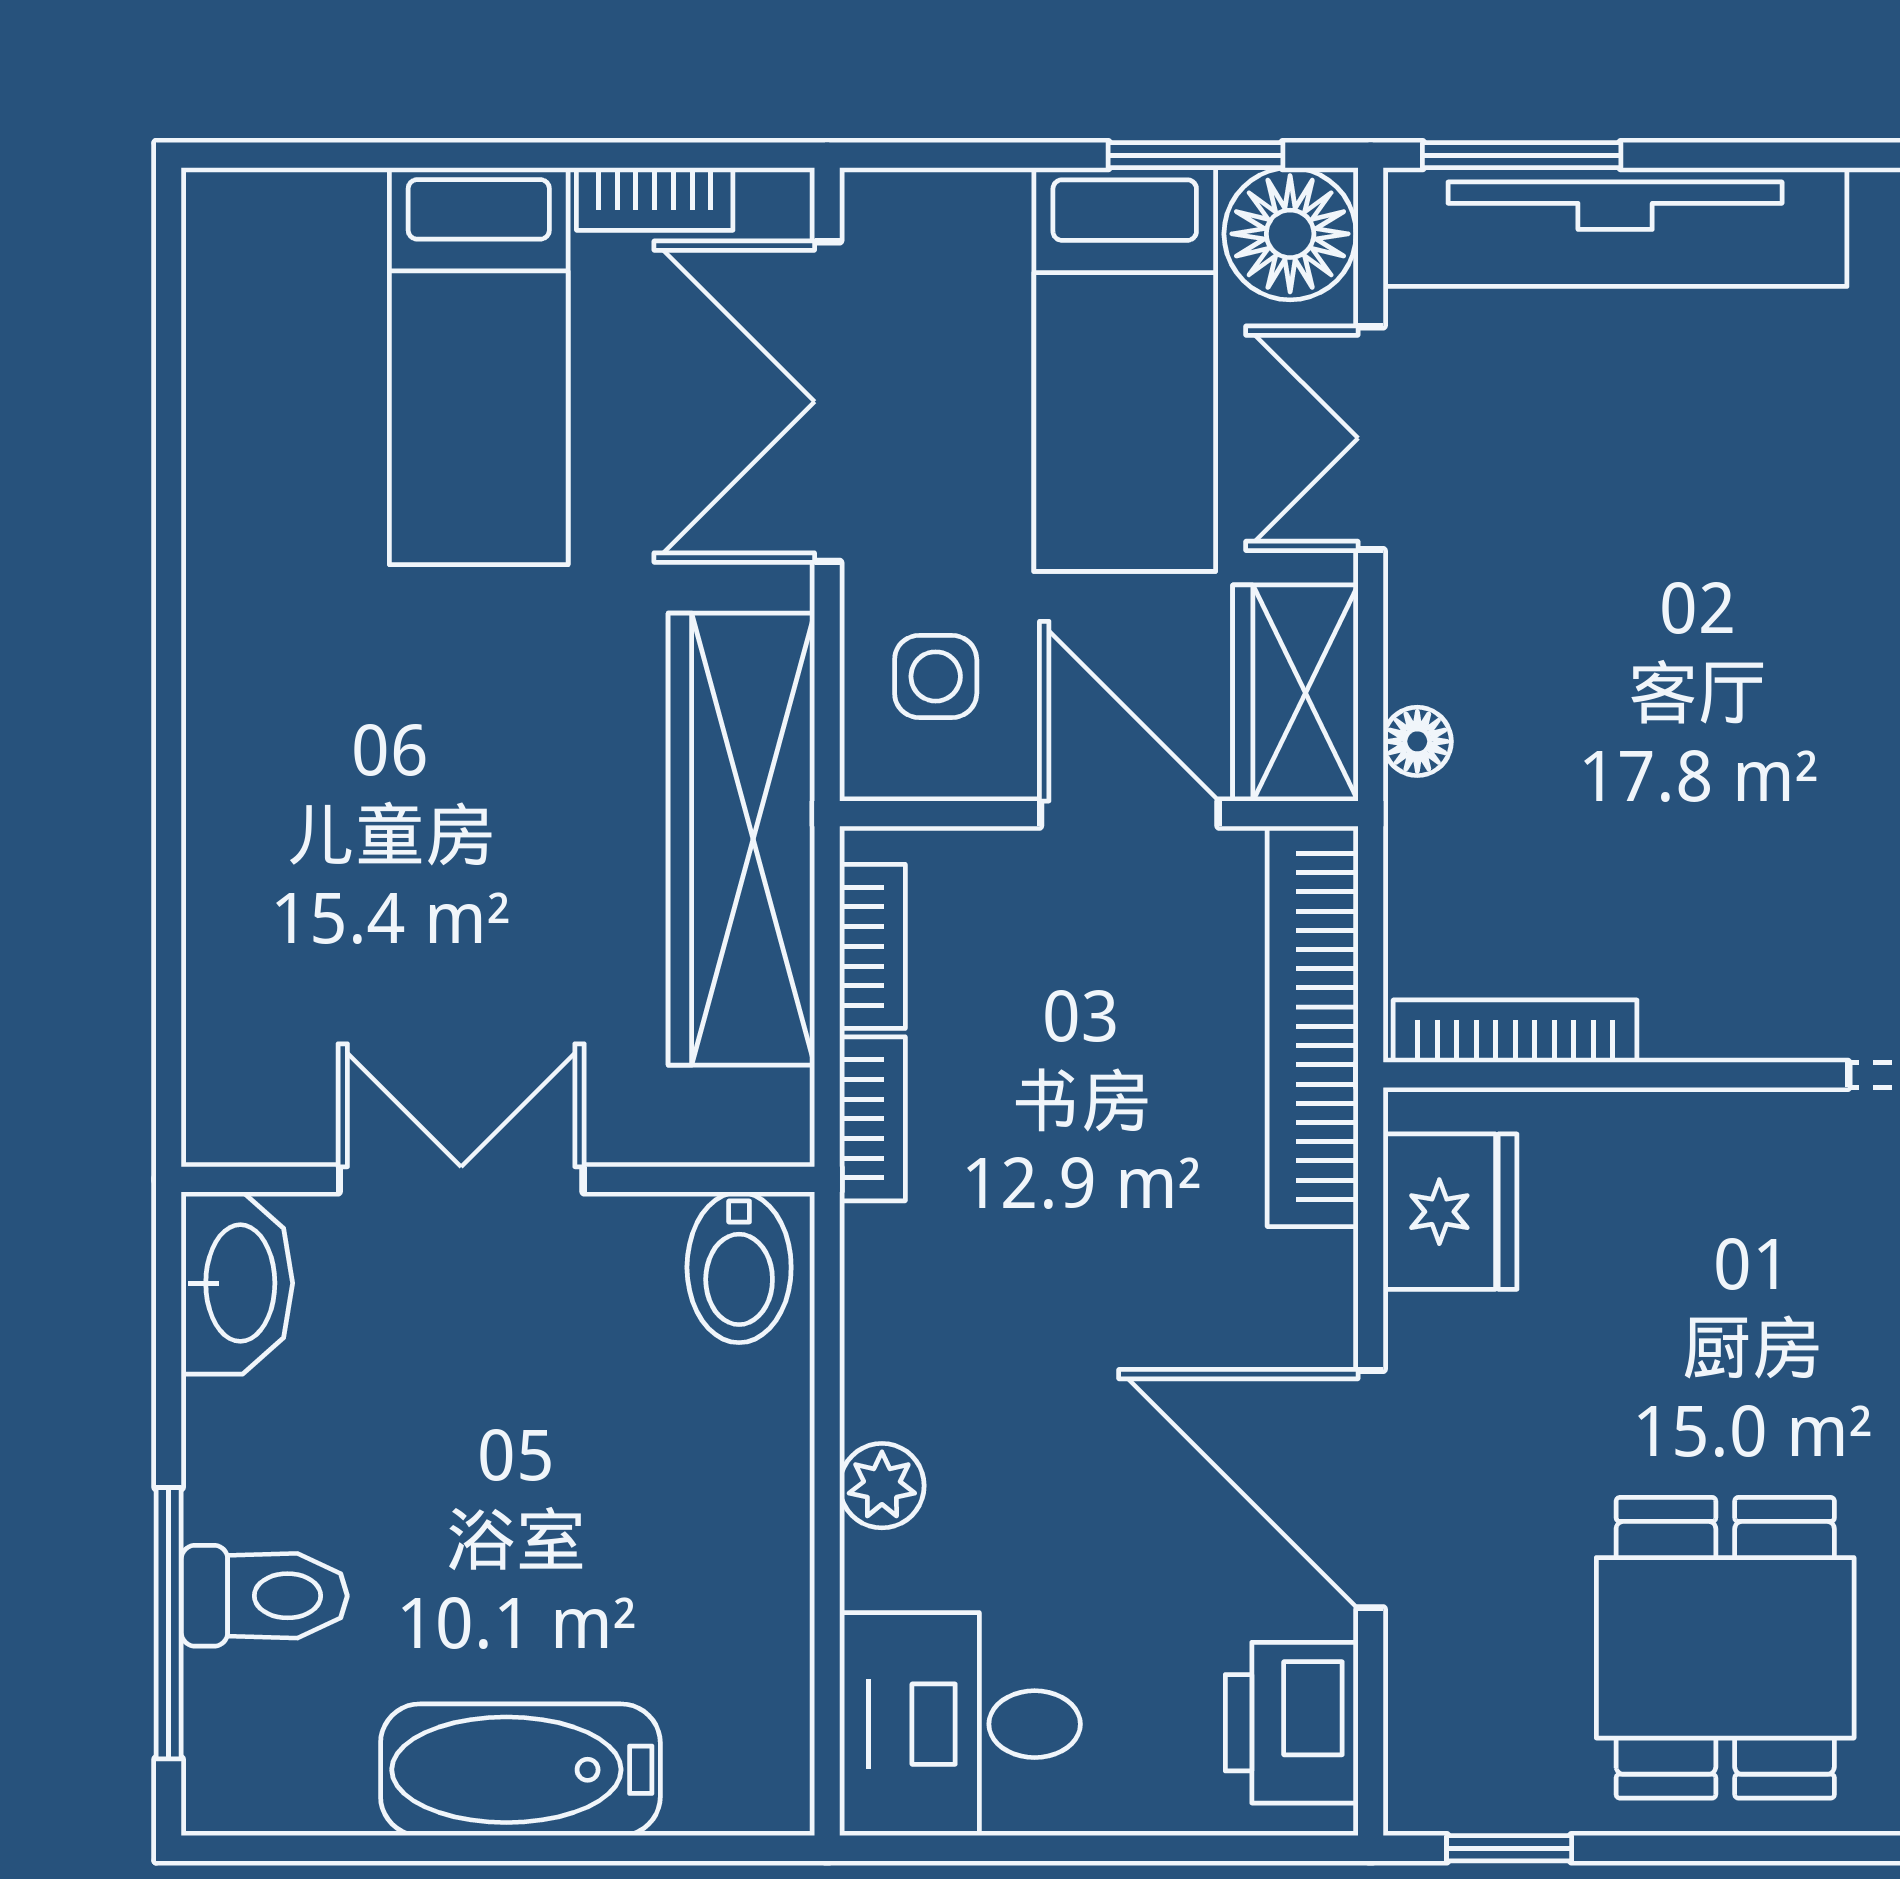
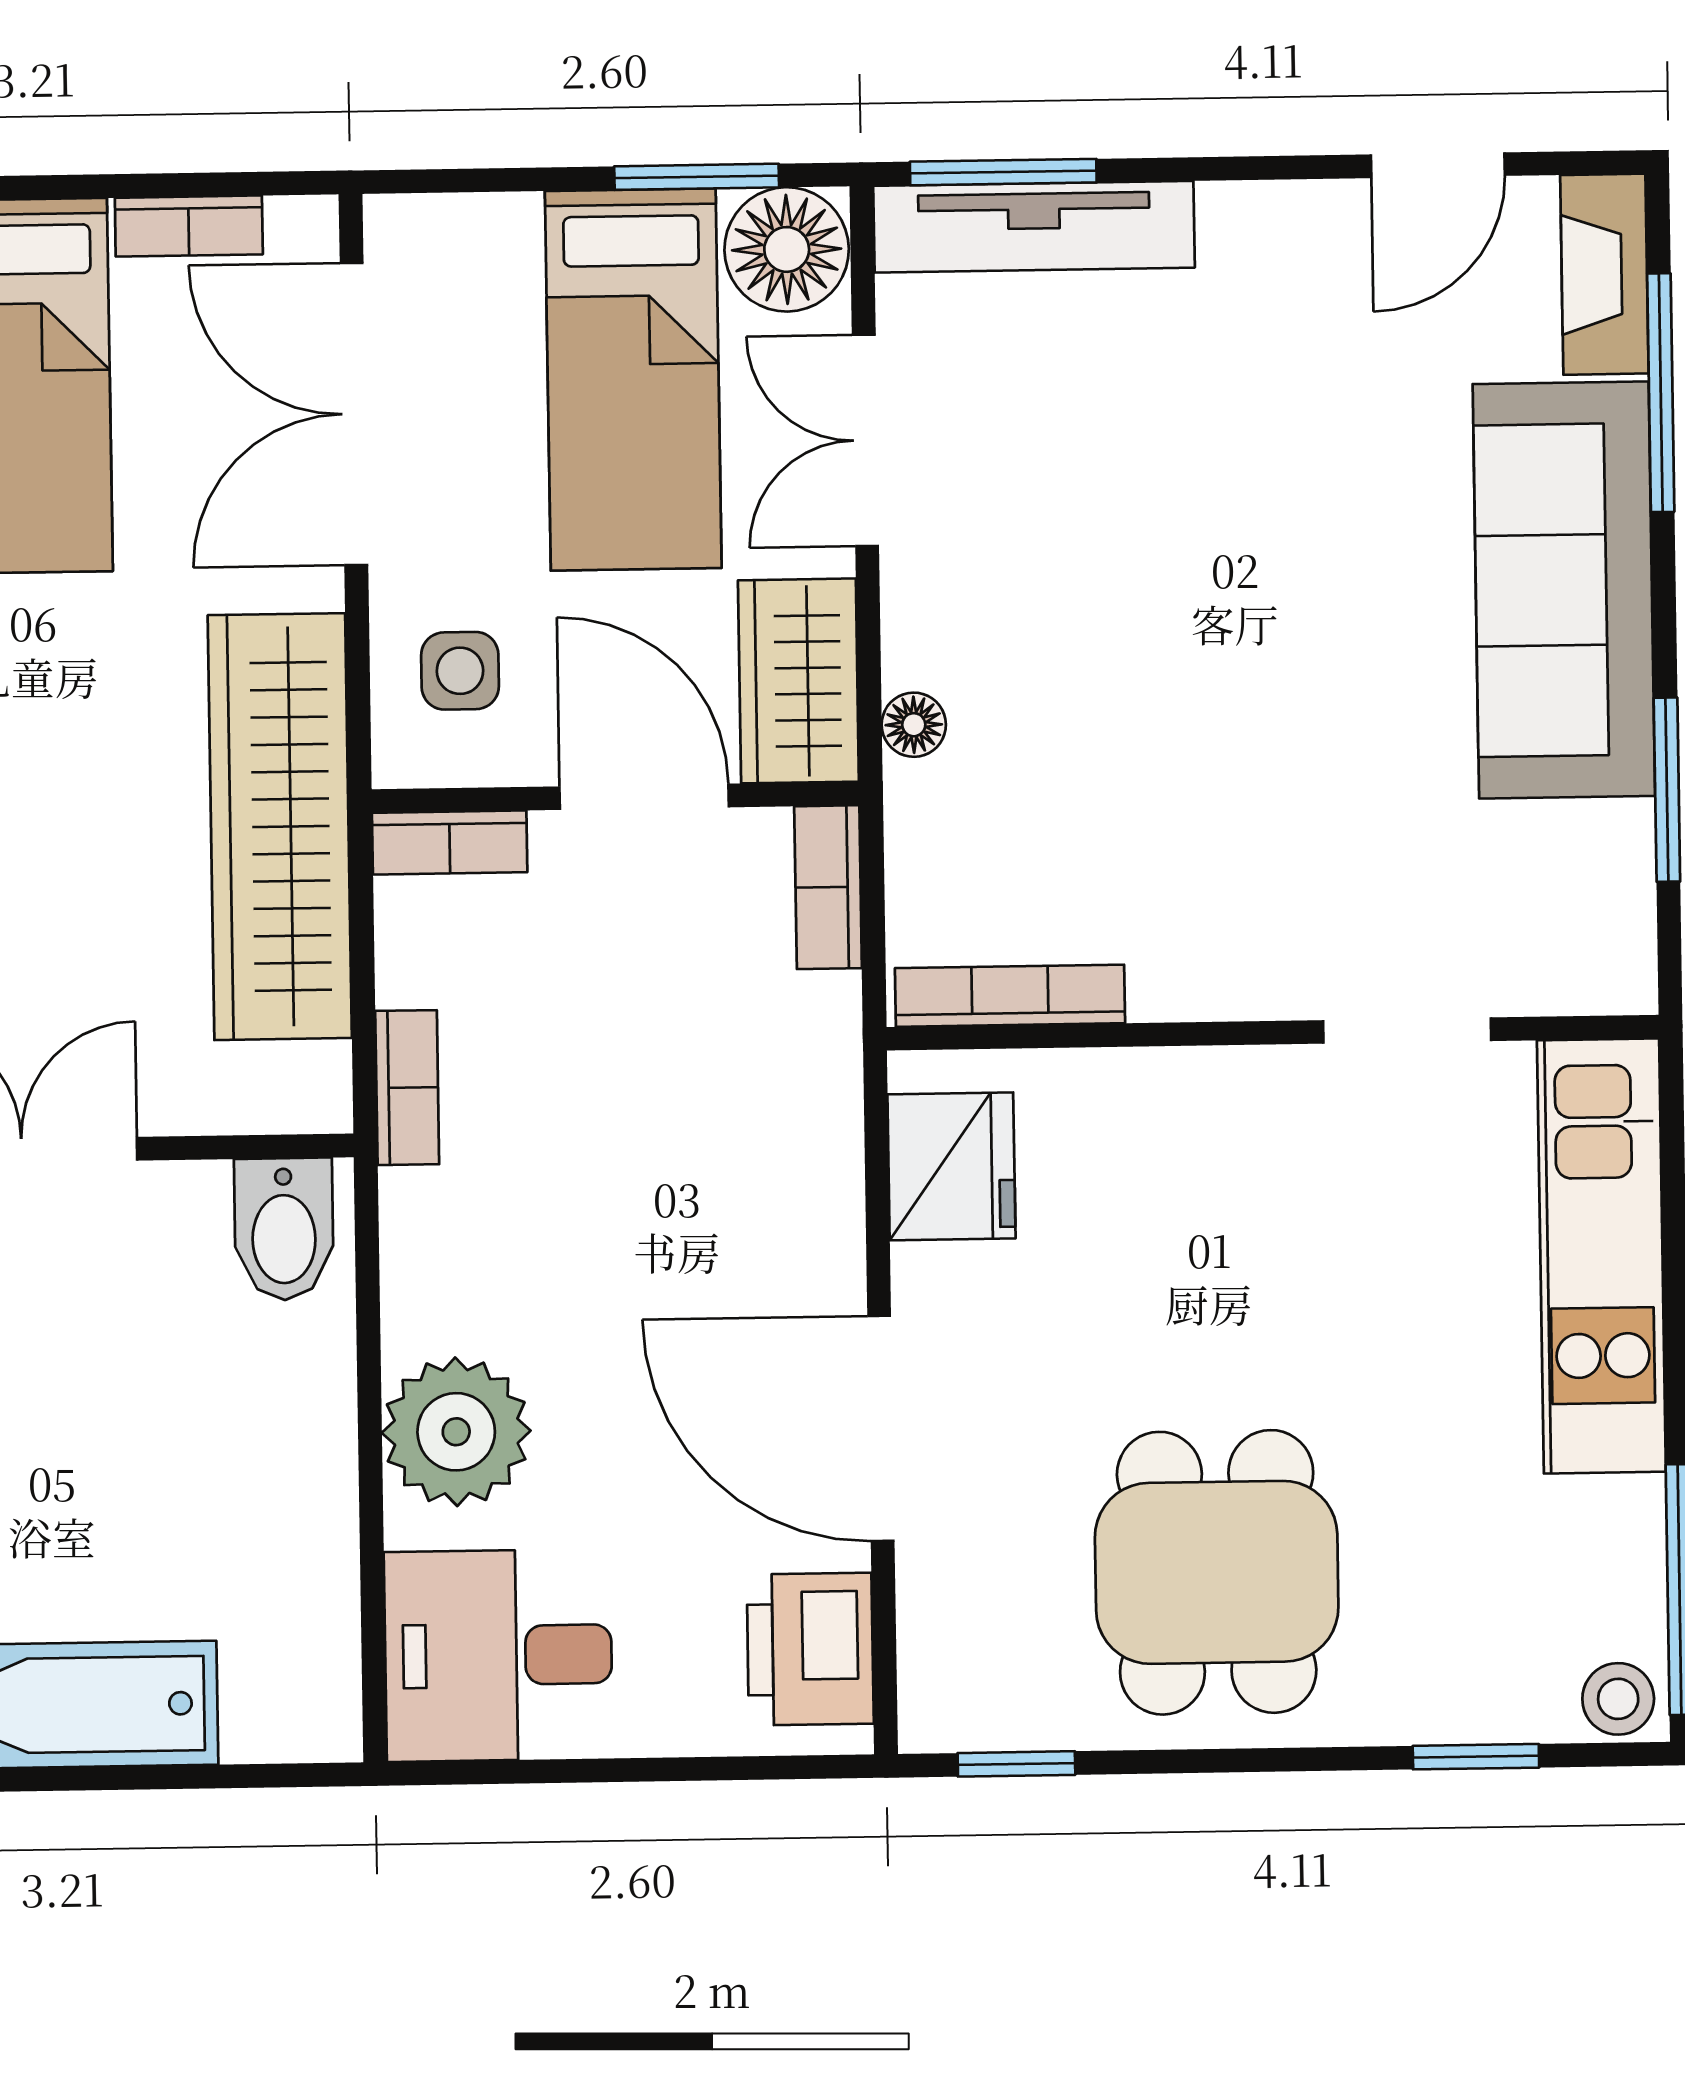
tv unit: (1615, 227) -> (1034, 227), width x0.73, depth x0.78
bookcase: (873, 946) -> (450, 843), moved, turned 90
bookcase: (1313, 1026) -> (828, 887), width x0.43, depth x0.76
plant: (882, 1486) -> (456, 1432), width x1.88, depth x1.88

